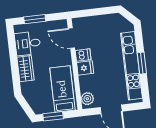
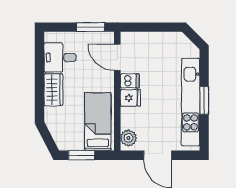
window: (35, 19) -> (91, 27), moved

